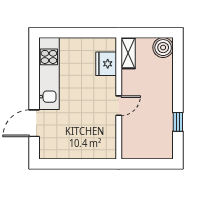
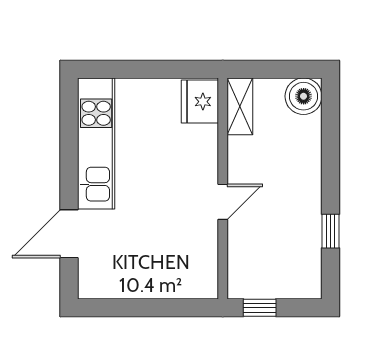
fridge: (106, 64) -> (200, 102), moved
window: (139, 164) -> (260, 308), added

